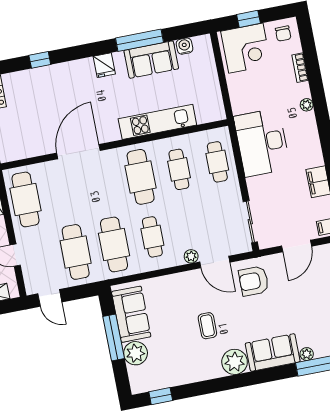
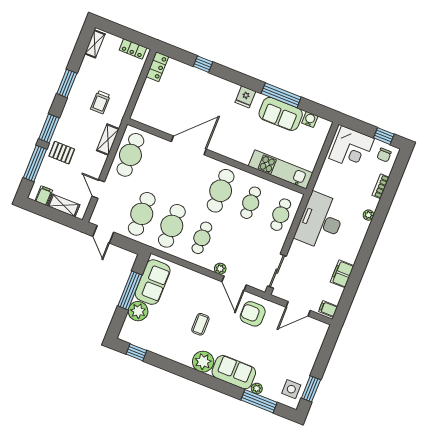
window: (248, 19) -> (384, 136), moved
kitchen unit: (157, 122) -> (281, 169), moved

